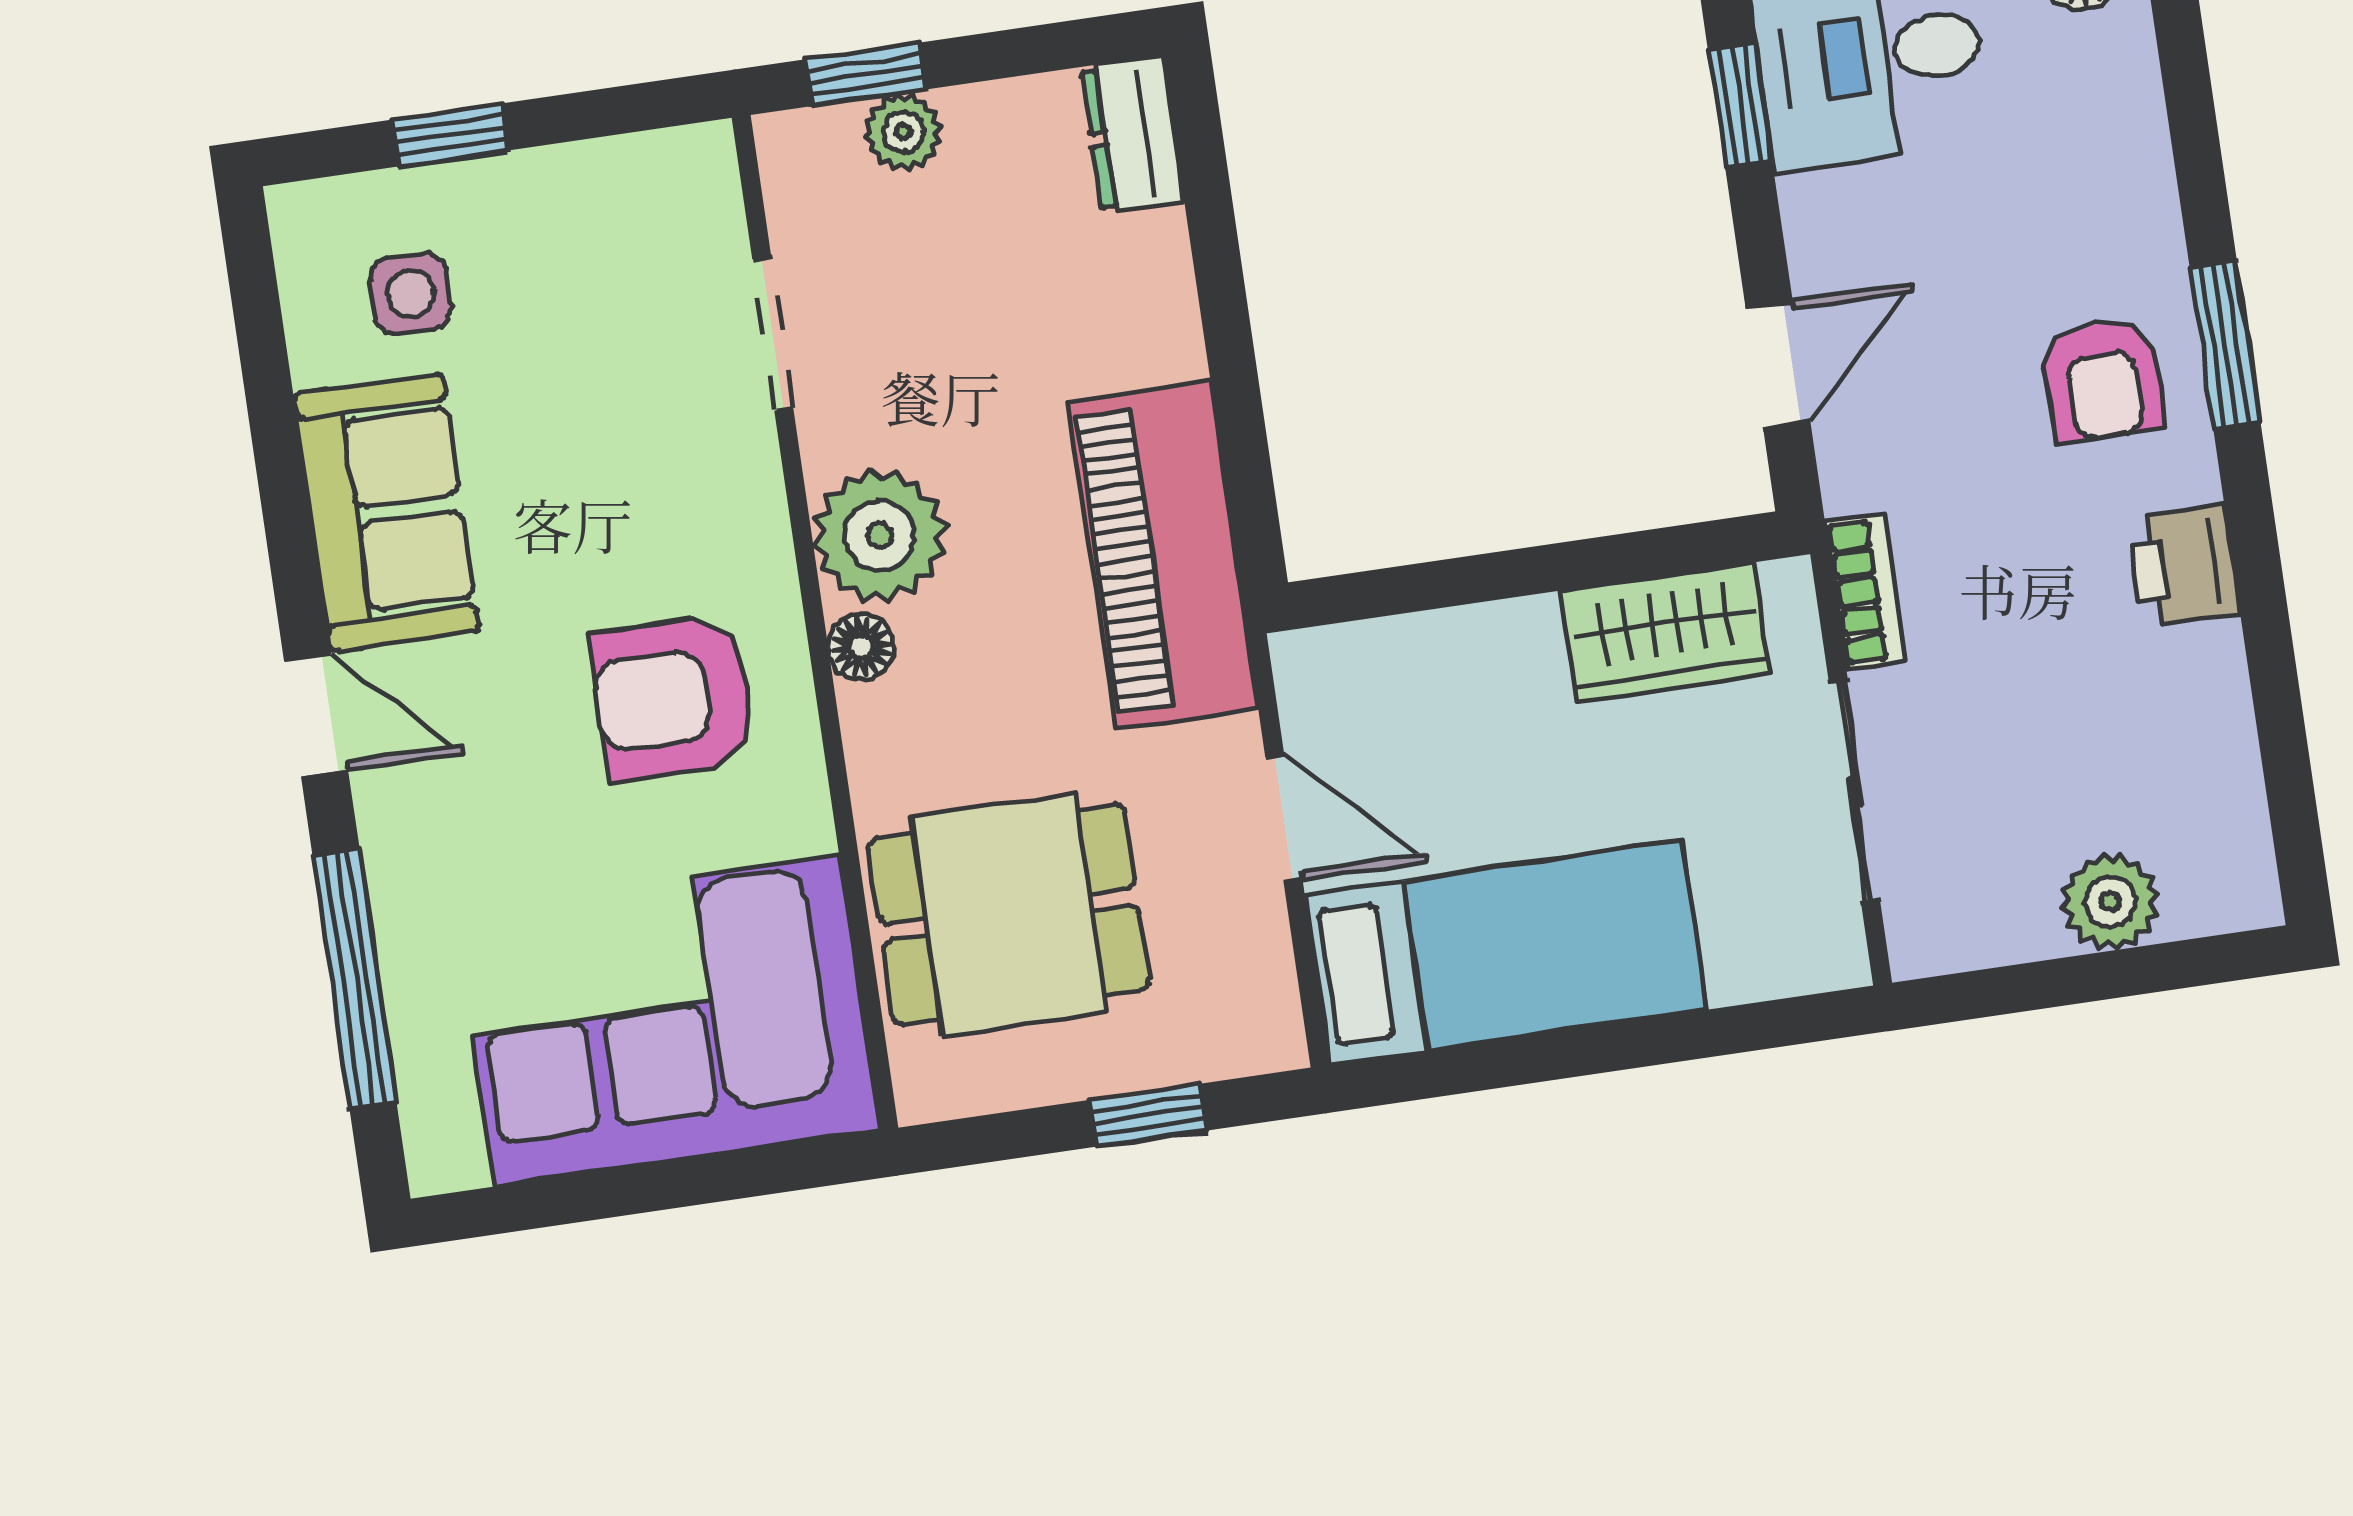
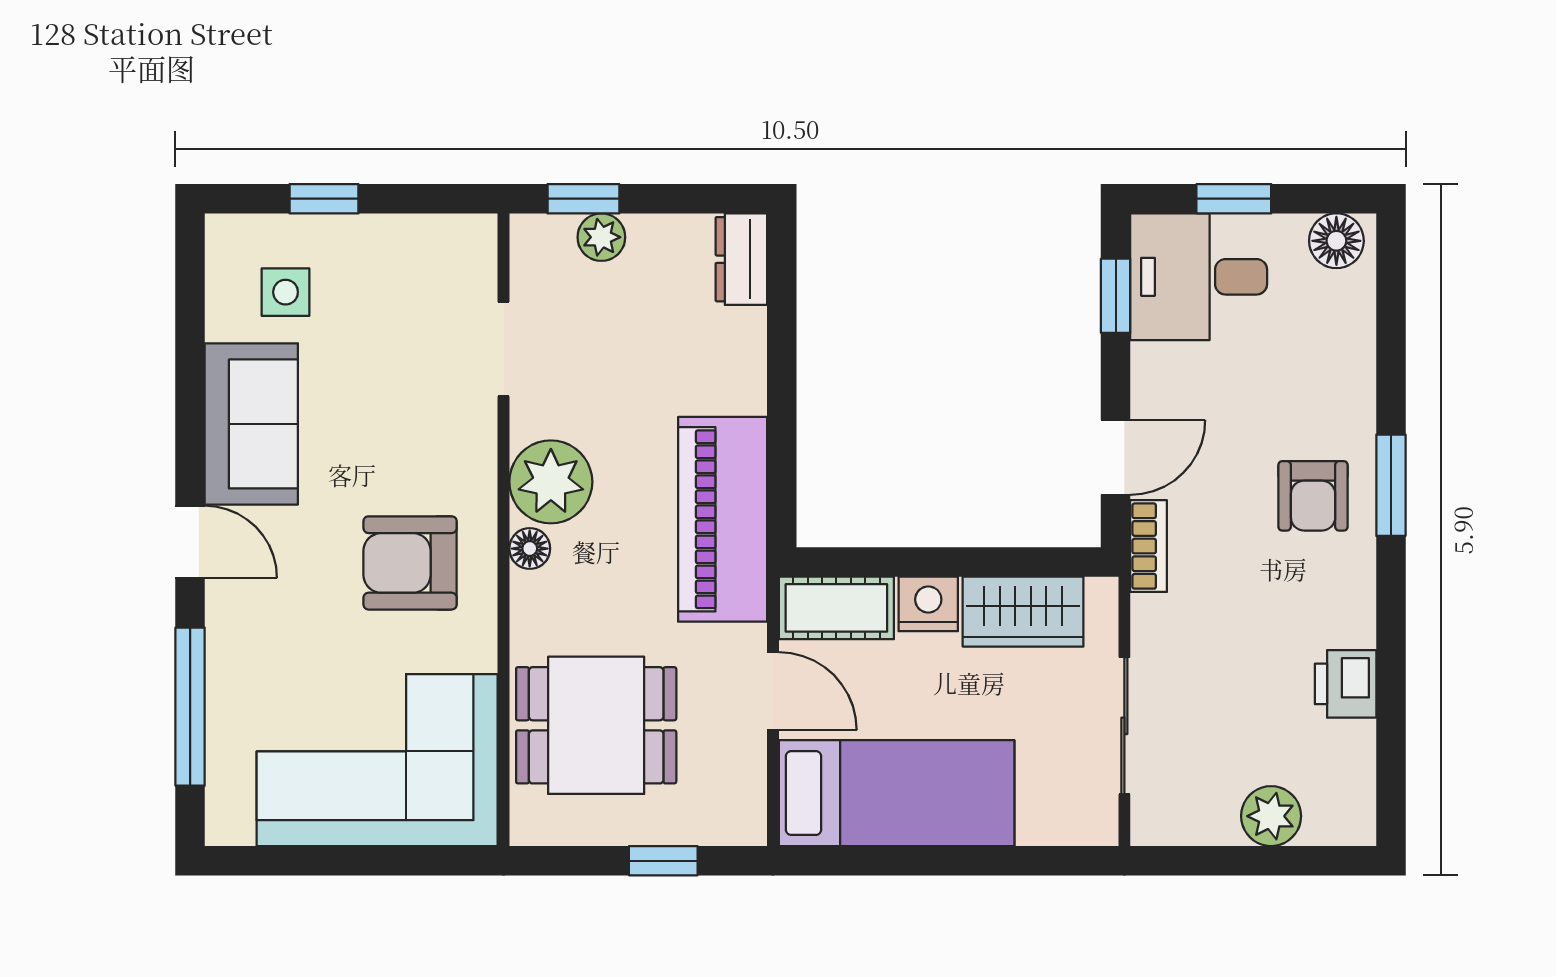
printer: (2183, 566) -> (1346, 684), moved
bookcase: (1865, 592) -> (1149, 546), moved
nightstand: (1512, 642) -> (928, 604), added
cot: (1366, 670) -> (836, 608), added

